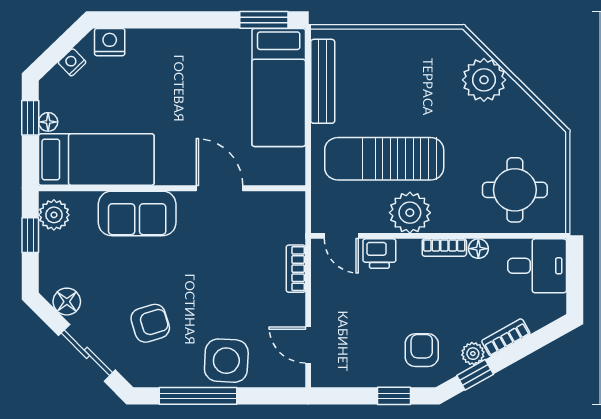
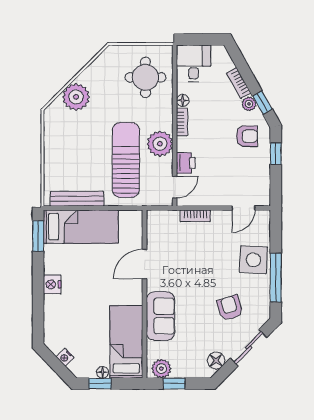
nightstand: (110, 42) -> (52, 284), moved
sun lounger: (384, 159) -> (126, 160), turned 180
armchair: (422, 350) -> (247, 136), turned 180

